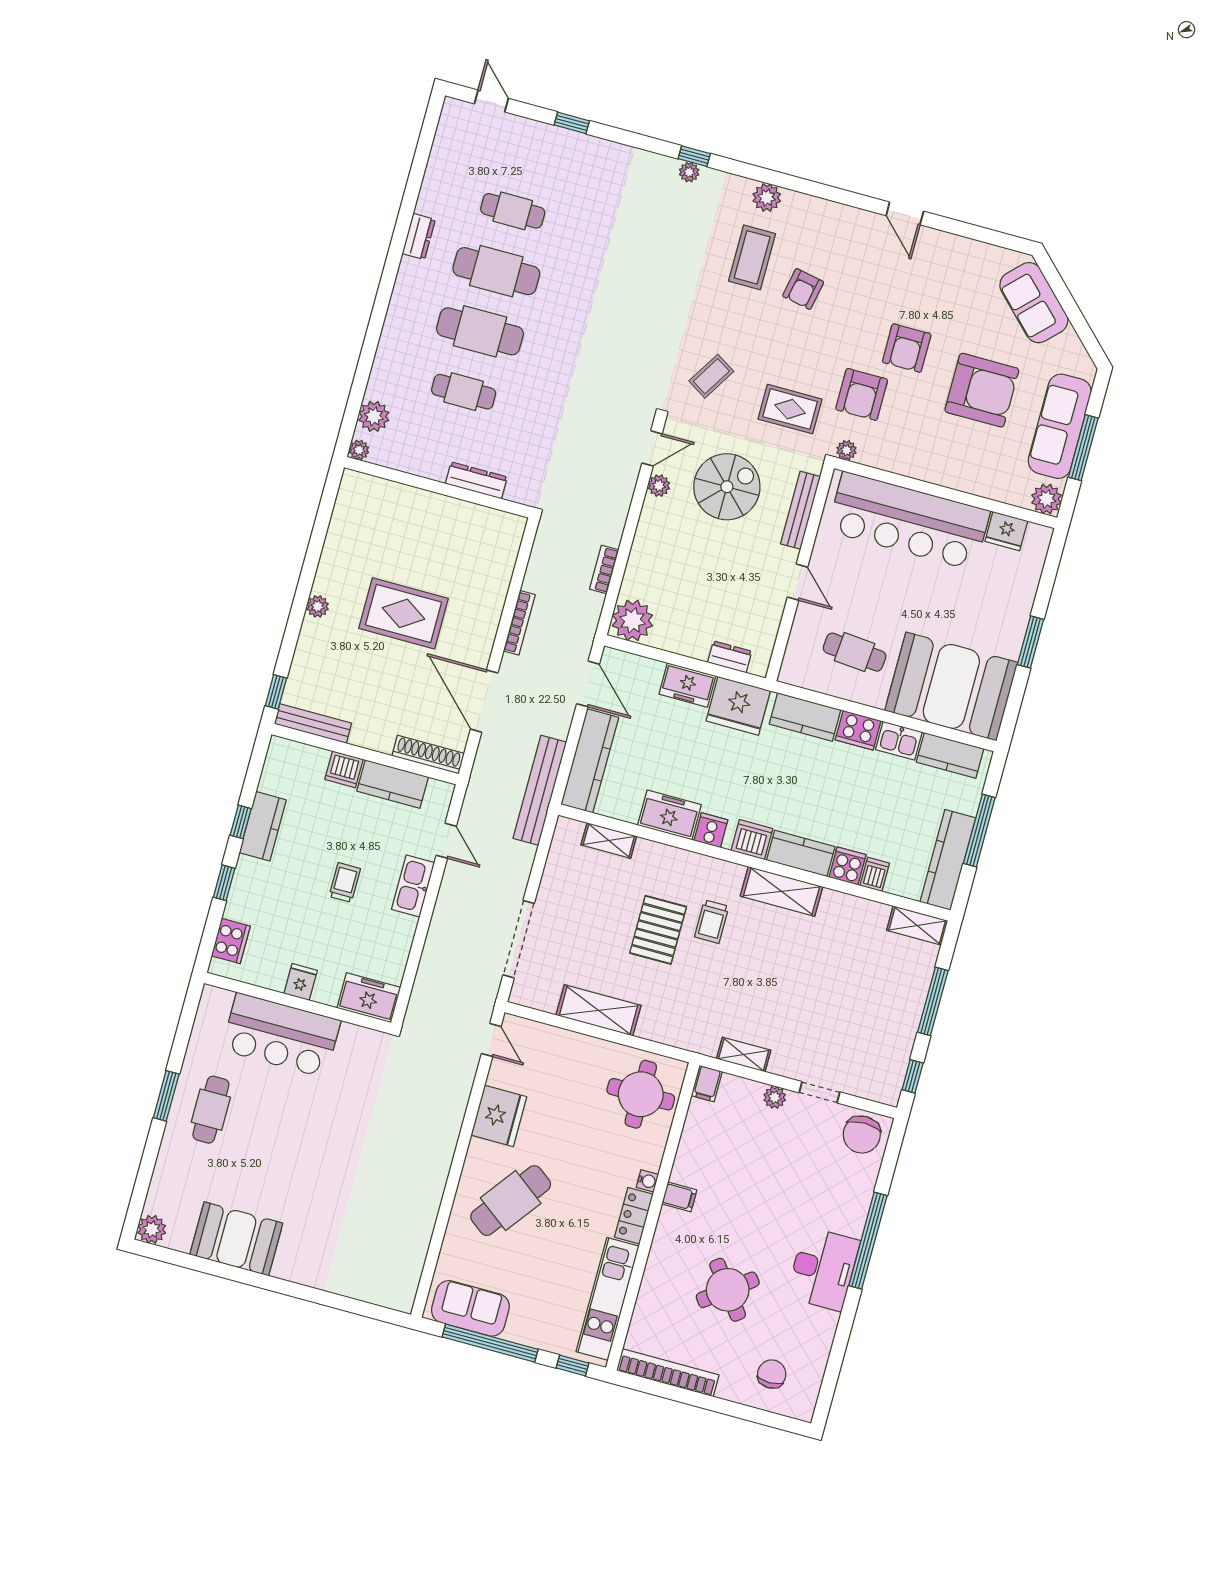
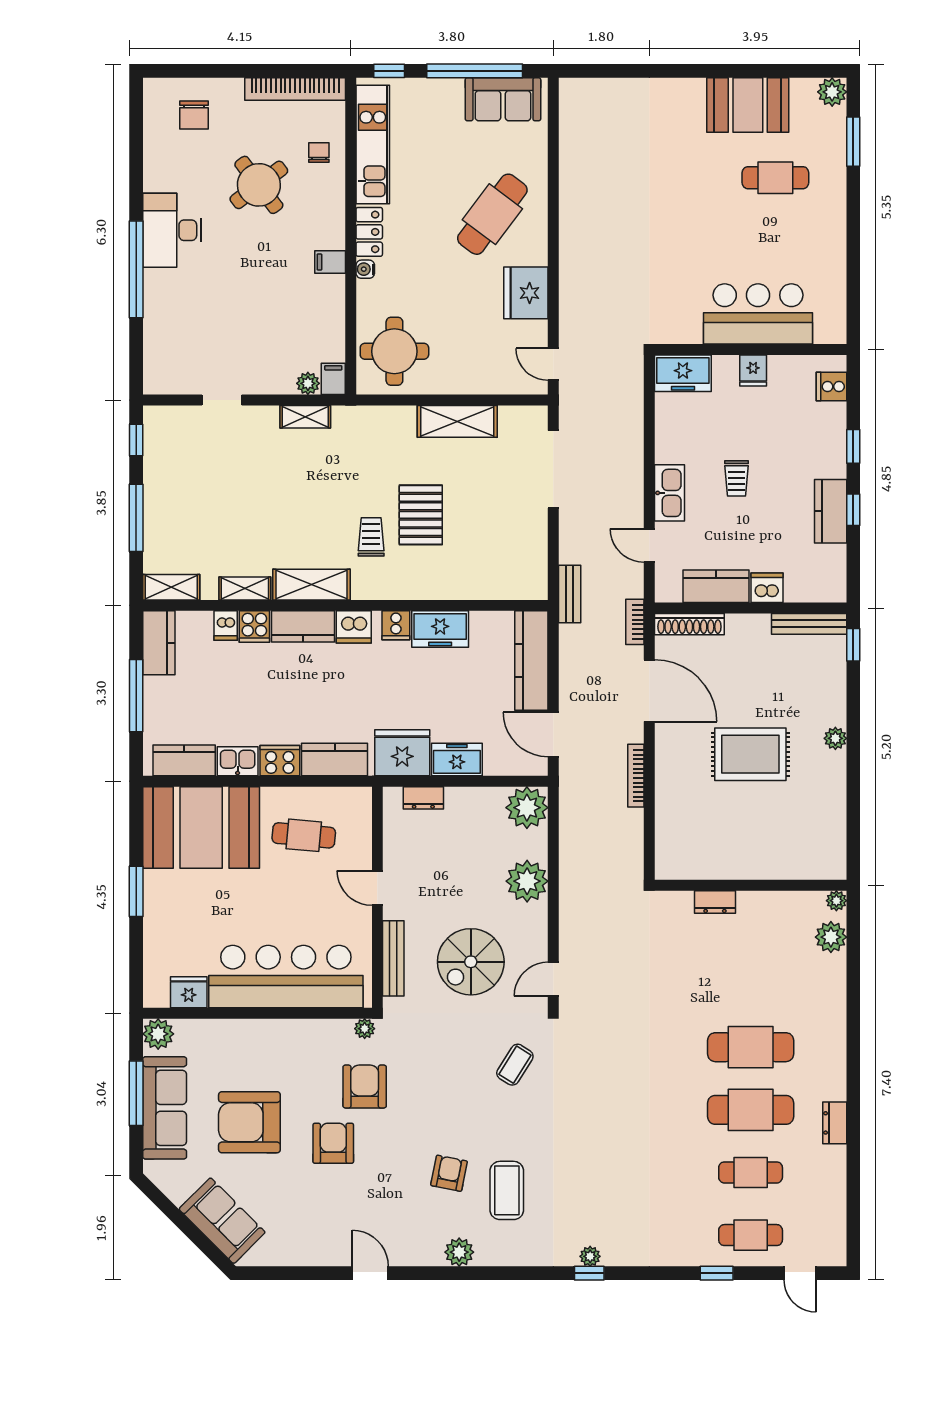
plant: (767, 198) -> (459, 1252), moved
cafe table: (464, 392) -> (751, 1235), moved
rug: (790, 409) -> (430, 1054), removed
dresser: (476, 480) -> (715, 902), width x0.70
plant: (659, 486) -> (527, 881), moved, width x1.88, depth x1.88
bookcase: (604, 569) -> (635, 622), moved, turned 180
bench: (540, 790) -> (570, 594), width x0.54, depth x0.82
shelving: (609, 841) -> (245, 588), moved
kitchen counter: (948, 860) -> (159, 643), width x0.67
cooker: (231, 941) -> (831, 387), width x0.73
window: (166, 1096) -> (853, 142), moved
plant: (775, 1097) -> (308, 383), moved
cafe table: (211, 1110) -> (775, 178), moved, turned 90
chair: (862, 1134) -> (319, 152), moved, width x0.54, depth x0.54

